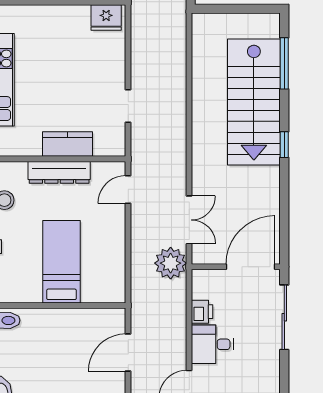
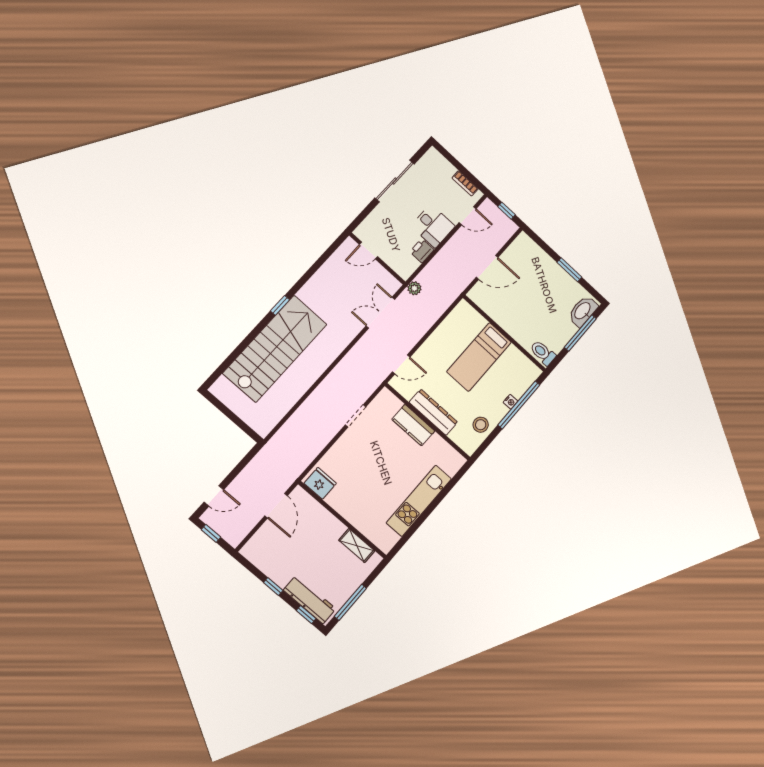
window: (284, 63) -> (234, 356), removed
plant: (171, 263) -> (414, 288), width x0.53, depth x0.53
door: (250, 267) -> (369, 251), width x0.53
sliding door: (284, 317) -> (395, 181), moved

